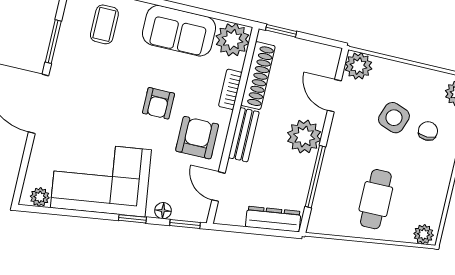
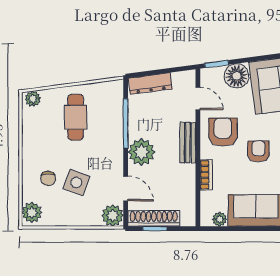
window: (281, 31) -> (155, 229), moved
plant: (232, 40) -> (220, 219), width x0.53, depth x0.53
shoe rack: (258, 76) -> (154, 218), moved, turned 90
armchair: (197, 138) -> (223, 132), turned 180
floor lamp: (163, 211) -> (237, 76), width x1.89, depth x1.89
window: (132, 219) -> (258, 59), removed

